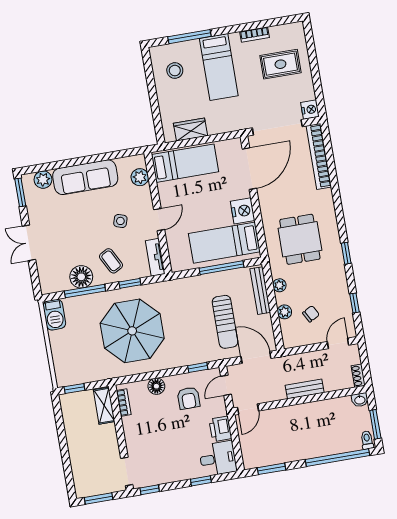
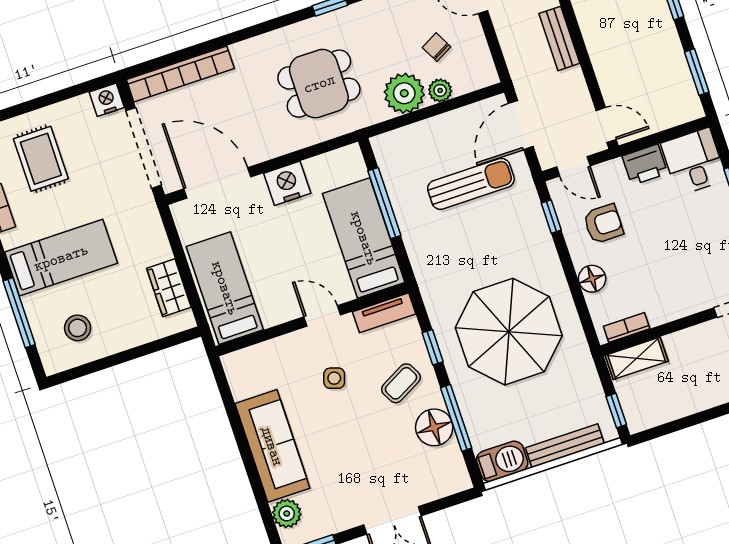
plant: (140, 177) -> (259, 358), removed
bed: (224, 243) -> (364, 238), moved, turned 180
plant: (279, 285) -> (404, 93), width x1.87, depth x1.87
bench: (260, 291) -> (565, 446), moved

